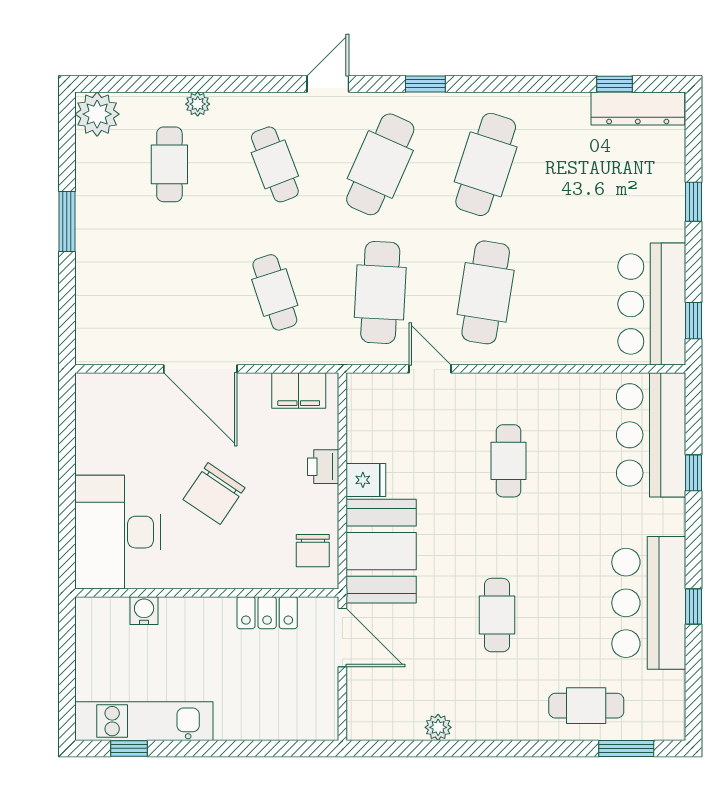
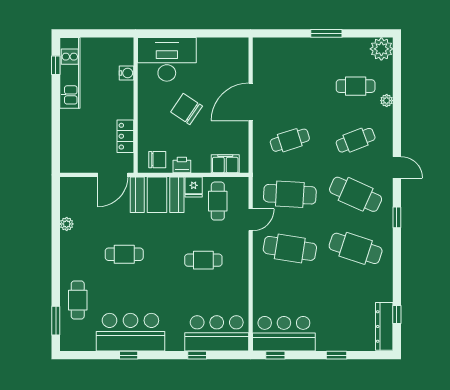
filing cabinet: (299, 391) -> (225, 164), moved, turned 90
cafe table: (393, 433) -> (218, 201), added
printer: (323, 467) -> (182, 165), moved
chair: (313, 551) -> (157, 160), turned 180

